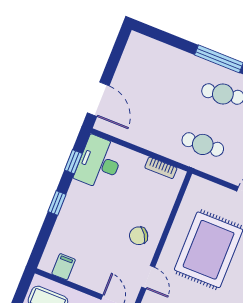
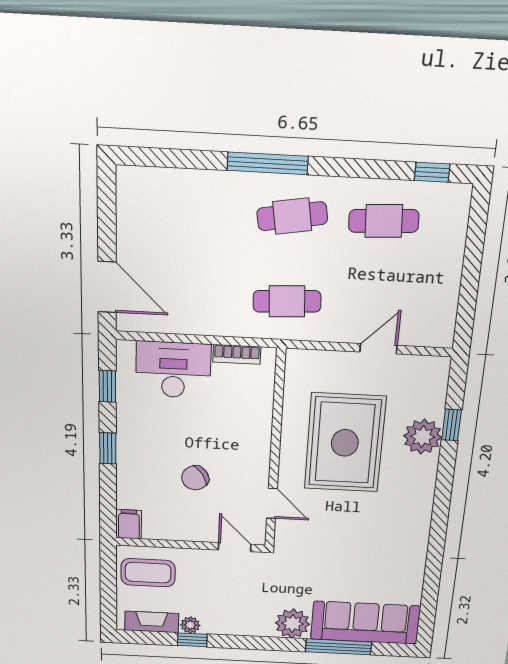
desk: (99, 163) -> (173, 370), moved, turned 90
chair: (139, 236) -> (195, 478), moved
filing cabinet: (64, 267) -> (129, 524), moved

